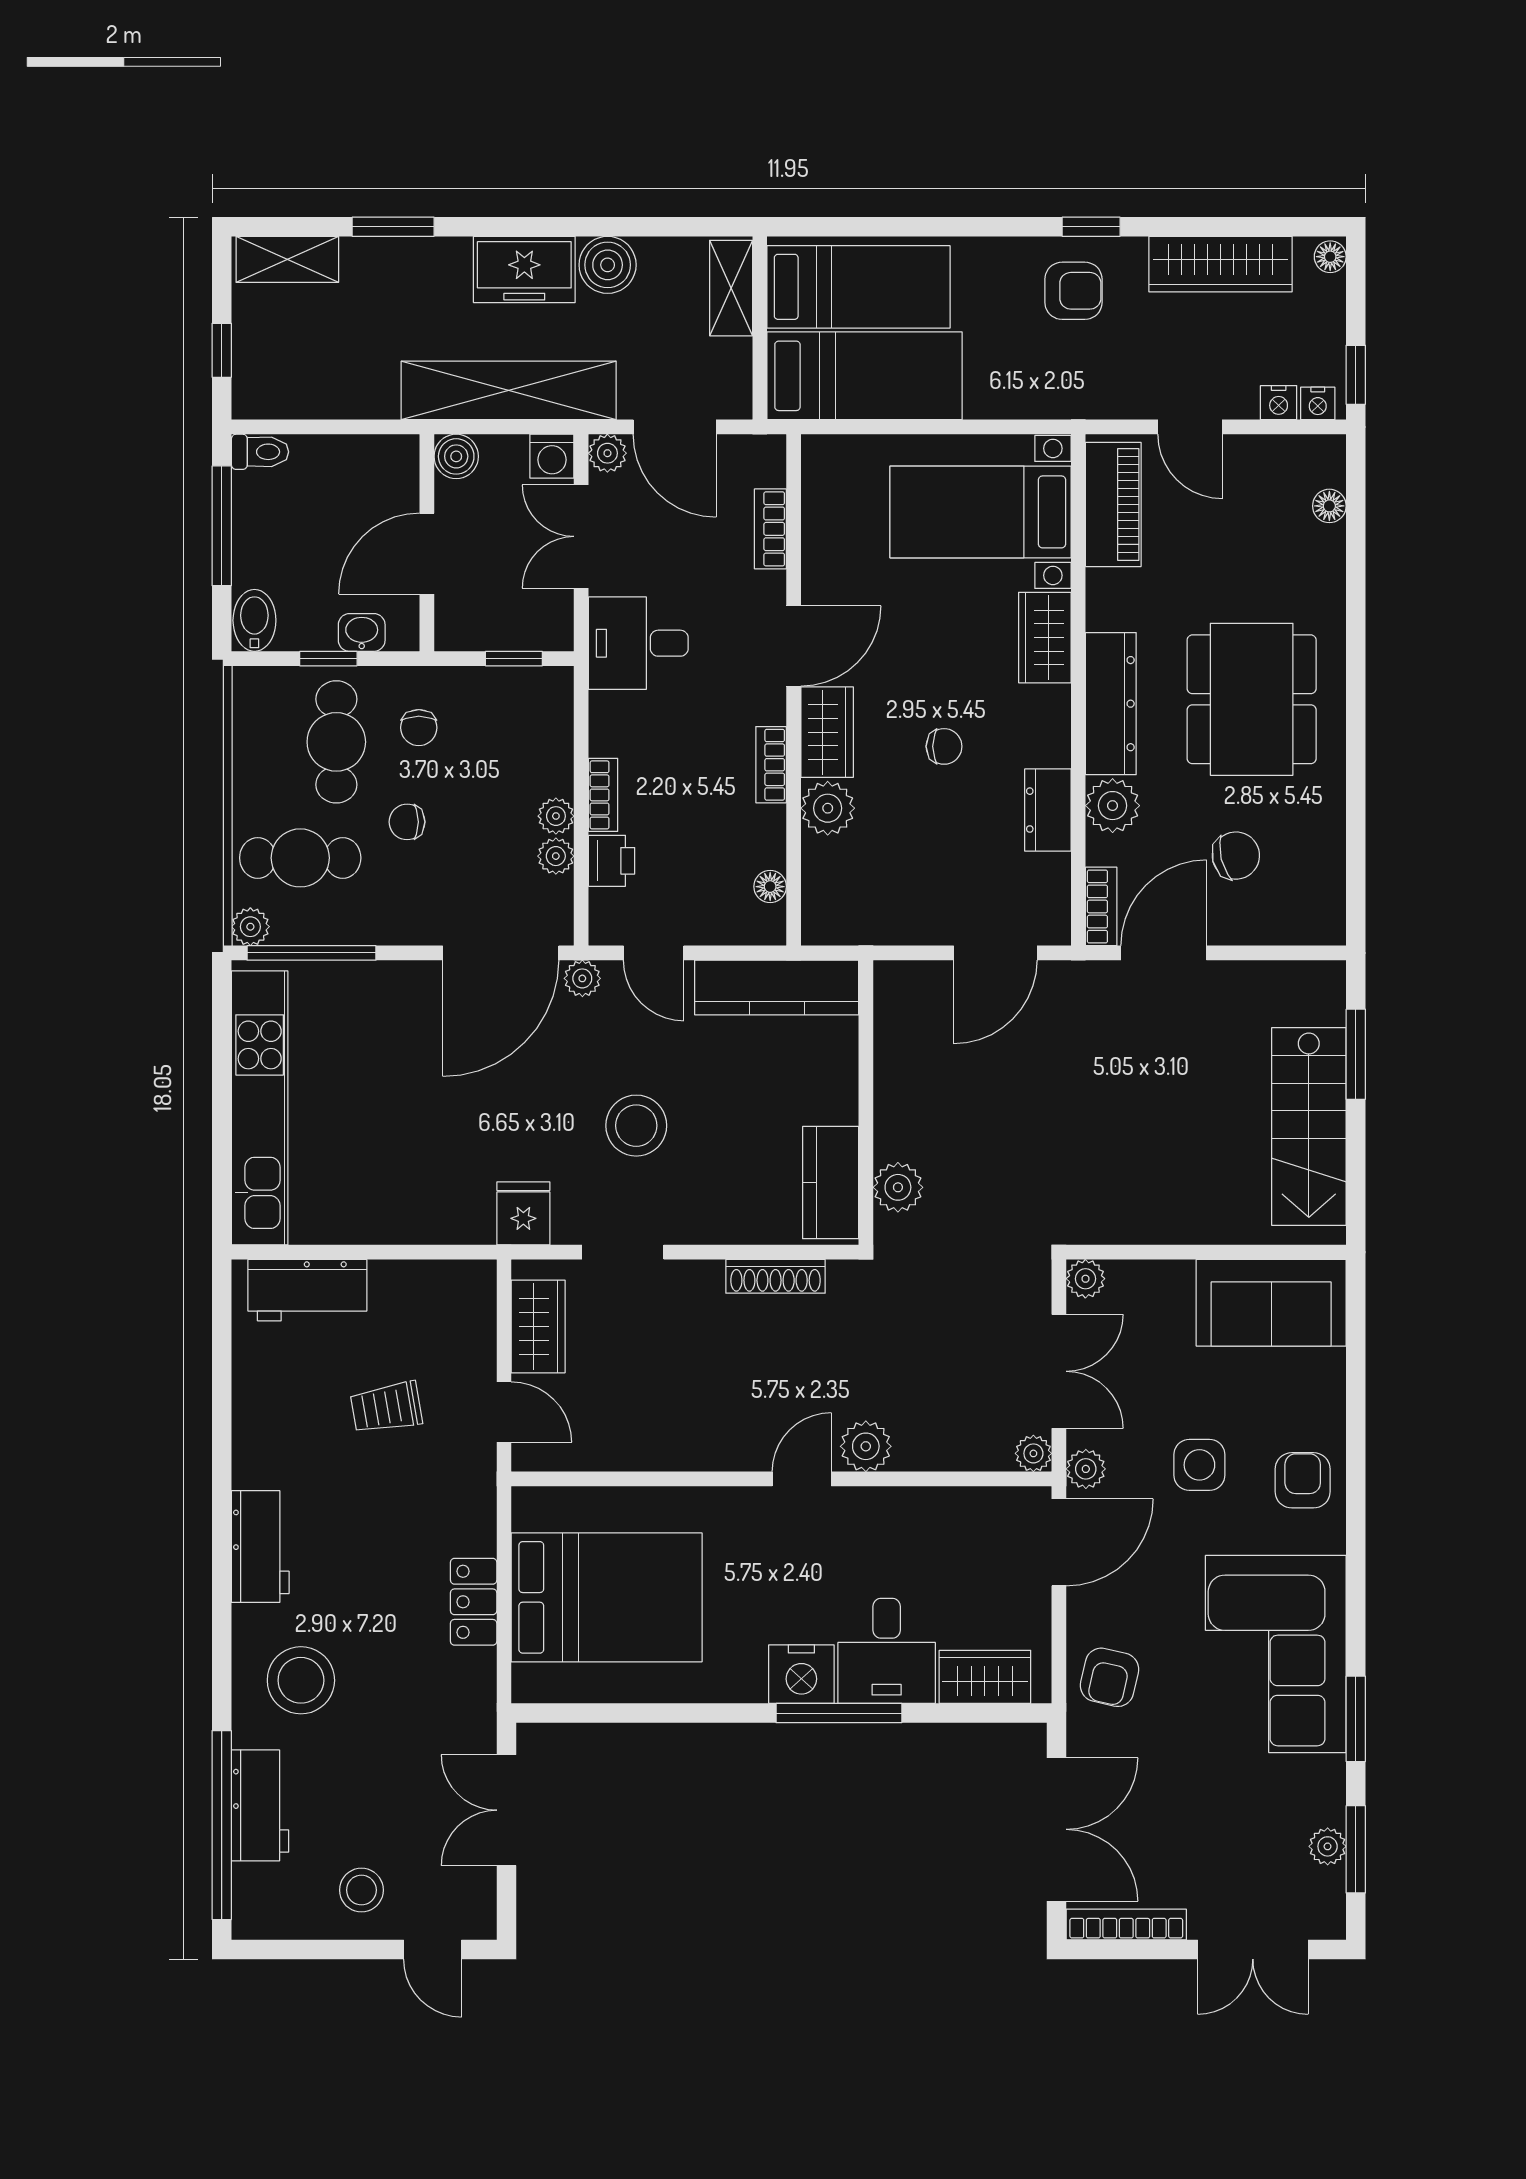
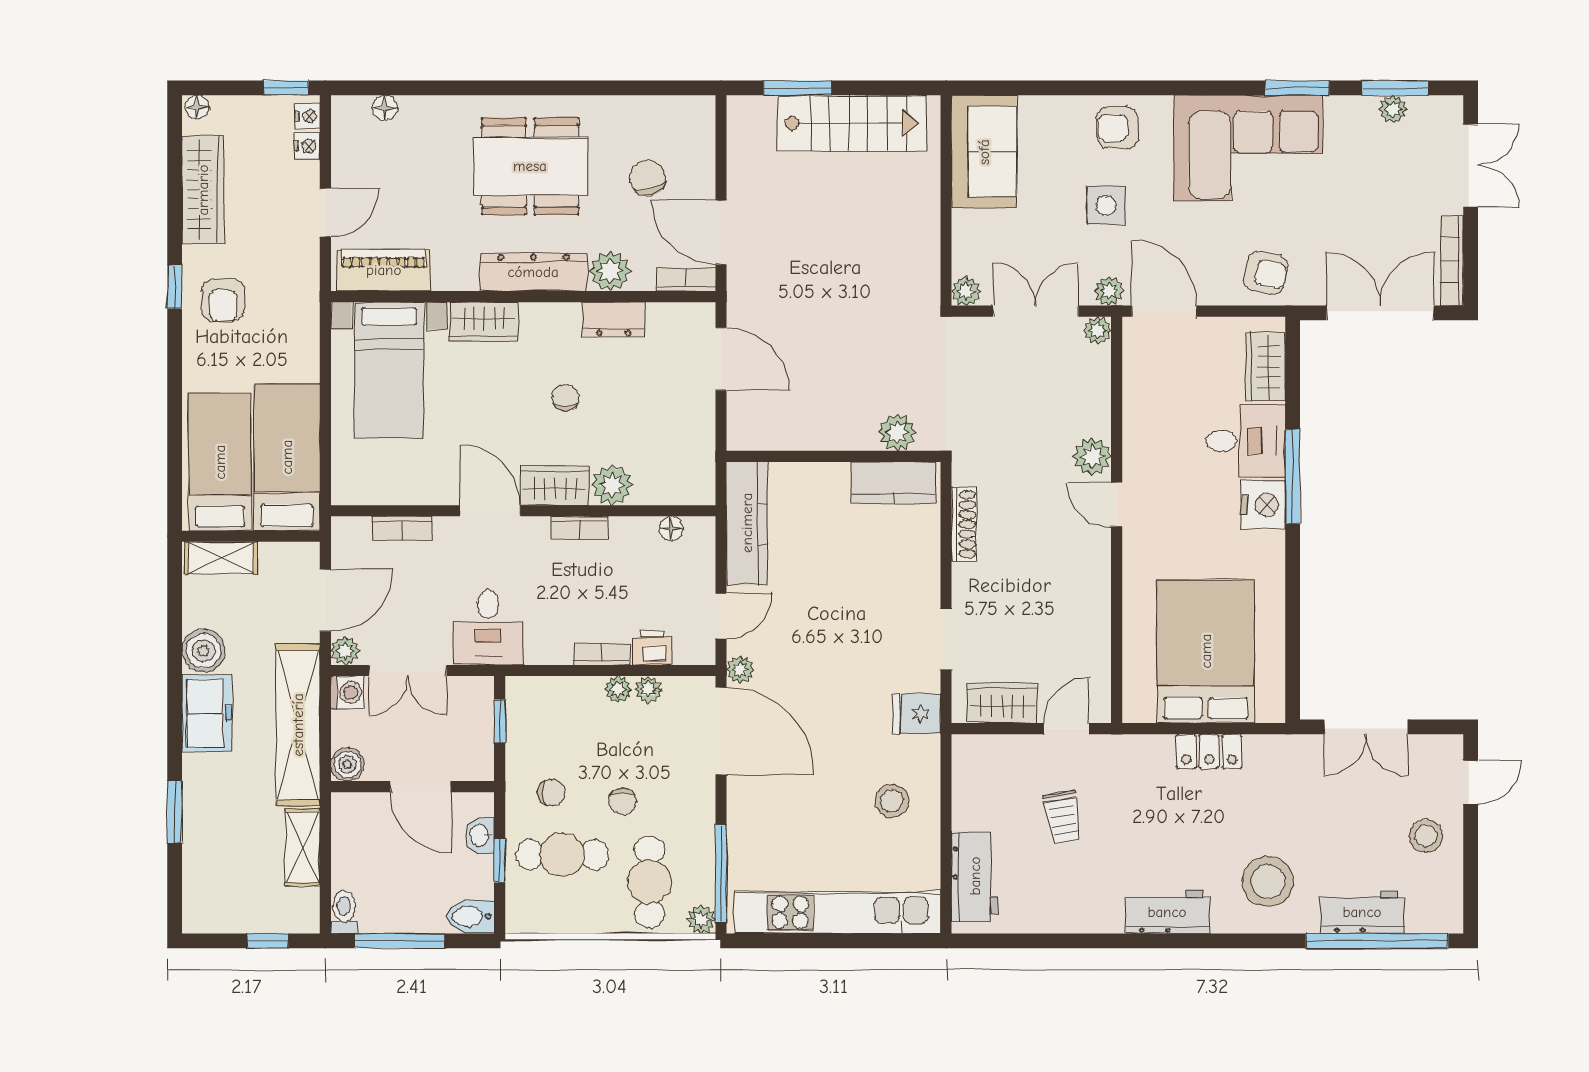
shelving: (287, 259) -> (303, 847), moved
armchair: (1073, 291) -> (223, 300), turned 180
stool: (636, 1126) -> (892, 801), moved, width x0.73, depth x0.73

